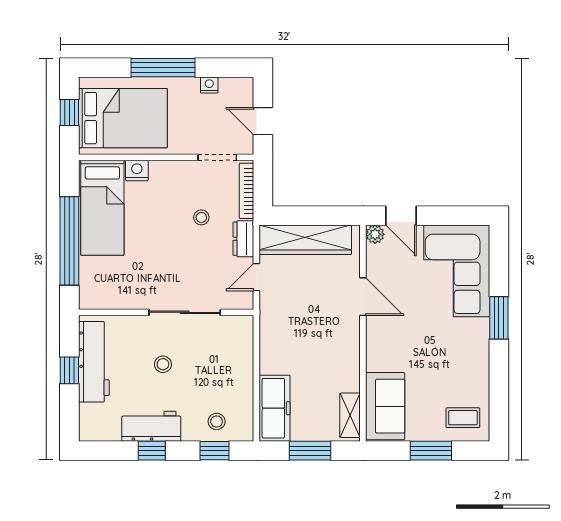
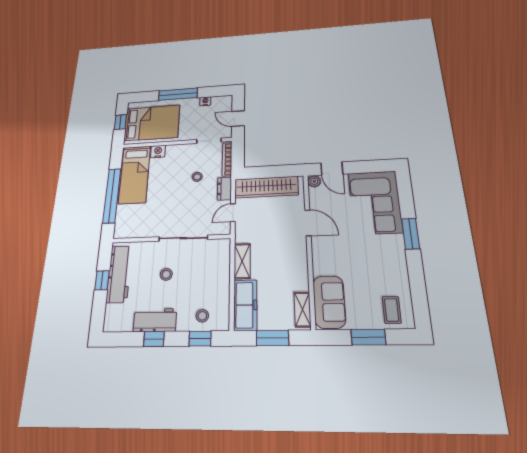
shelving: (270, 349) -> (242, 261), added
coffee table: (463, 418) -> (392, 310), turned 90

